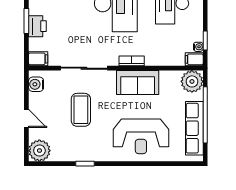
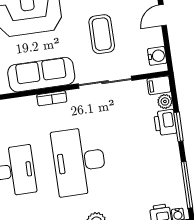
plant: (35, 44) -> (165, 101), added
sofa: (138, 83) -> (41, 75), width x1.36
door: (26, 118) -> (162, 15), hinge flipped

